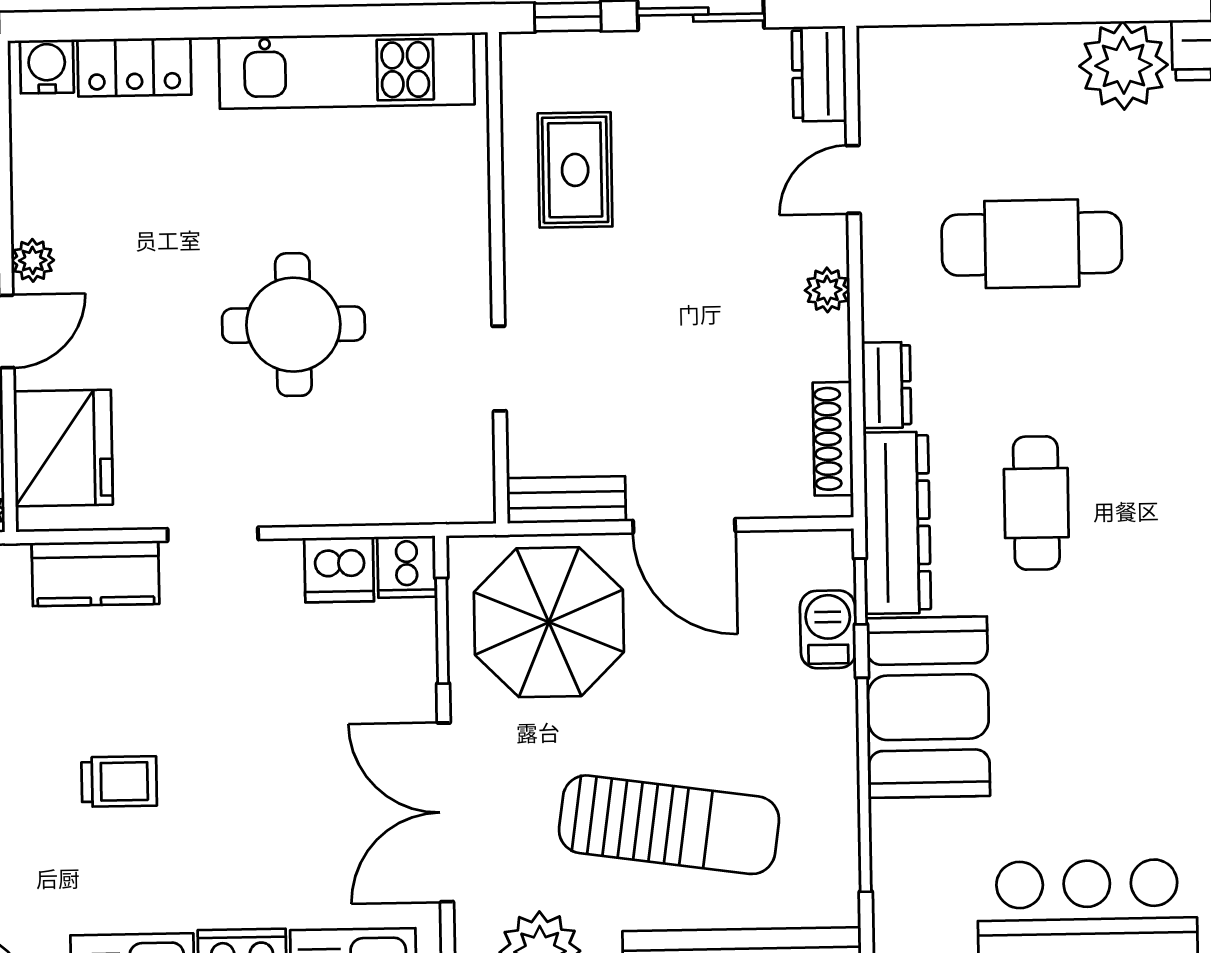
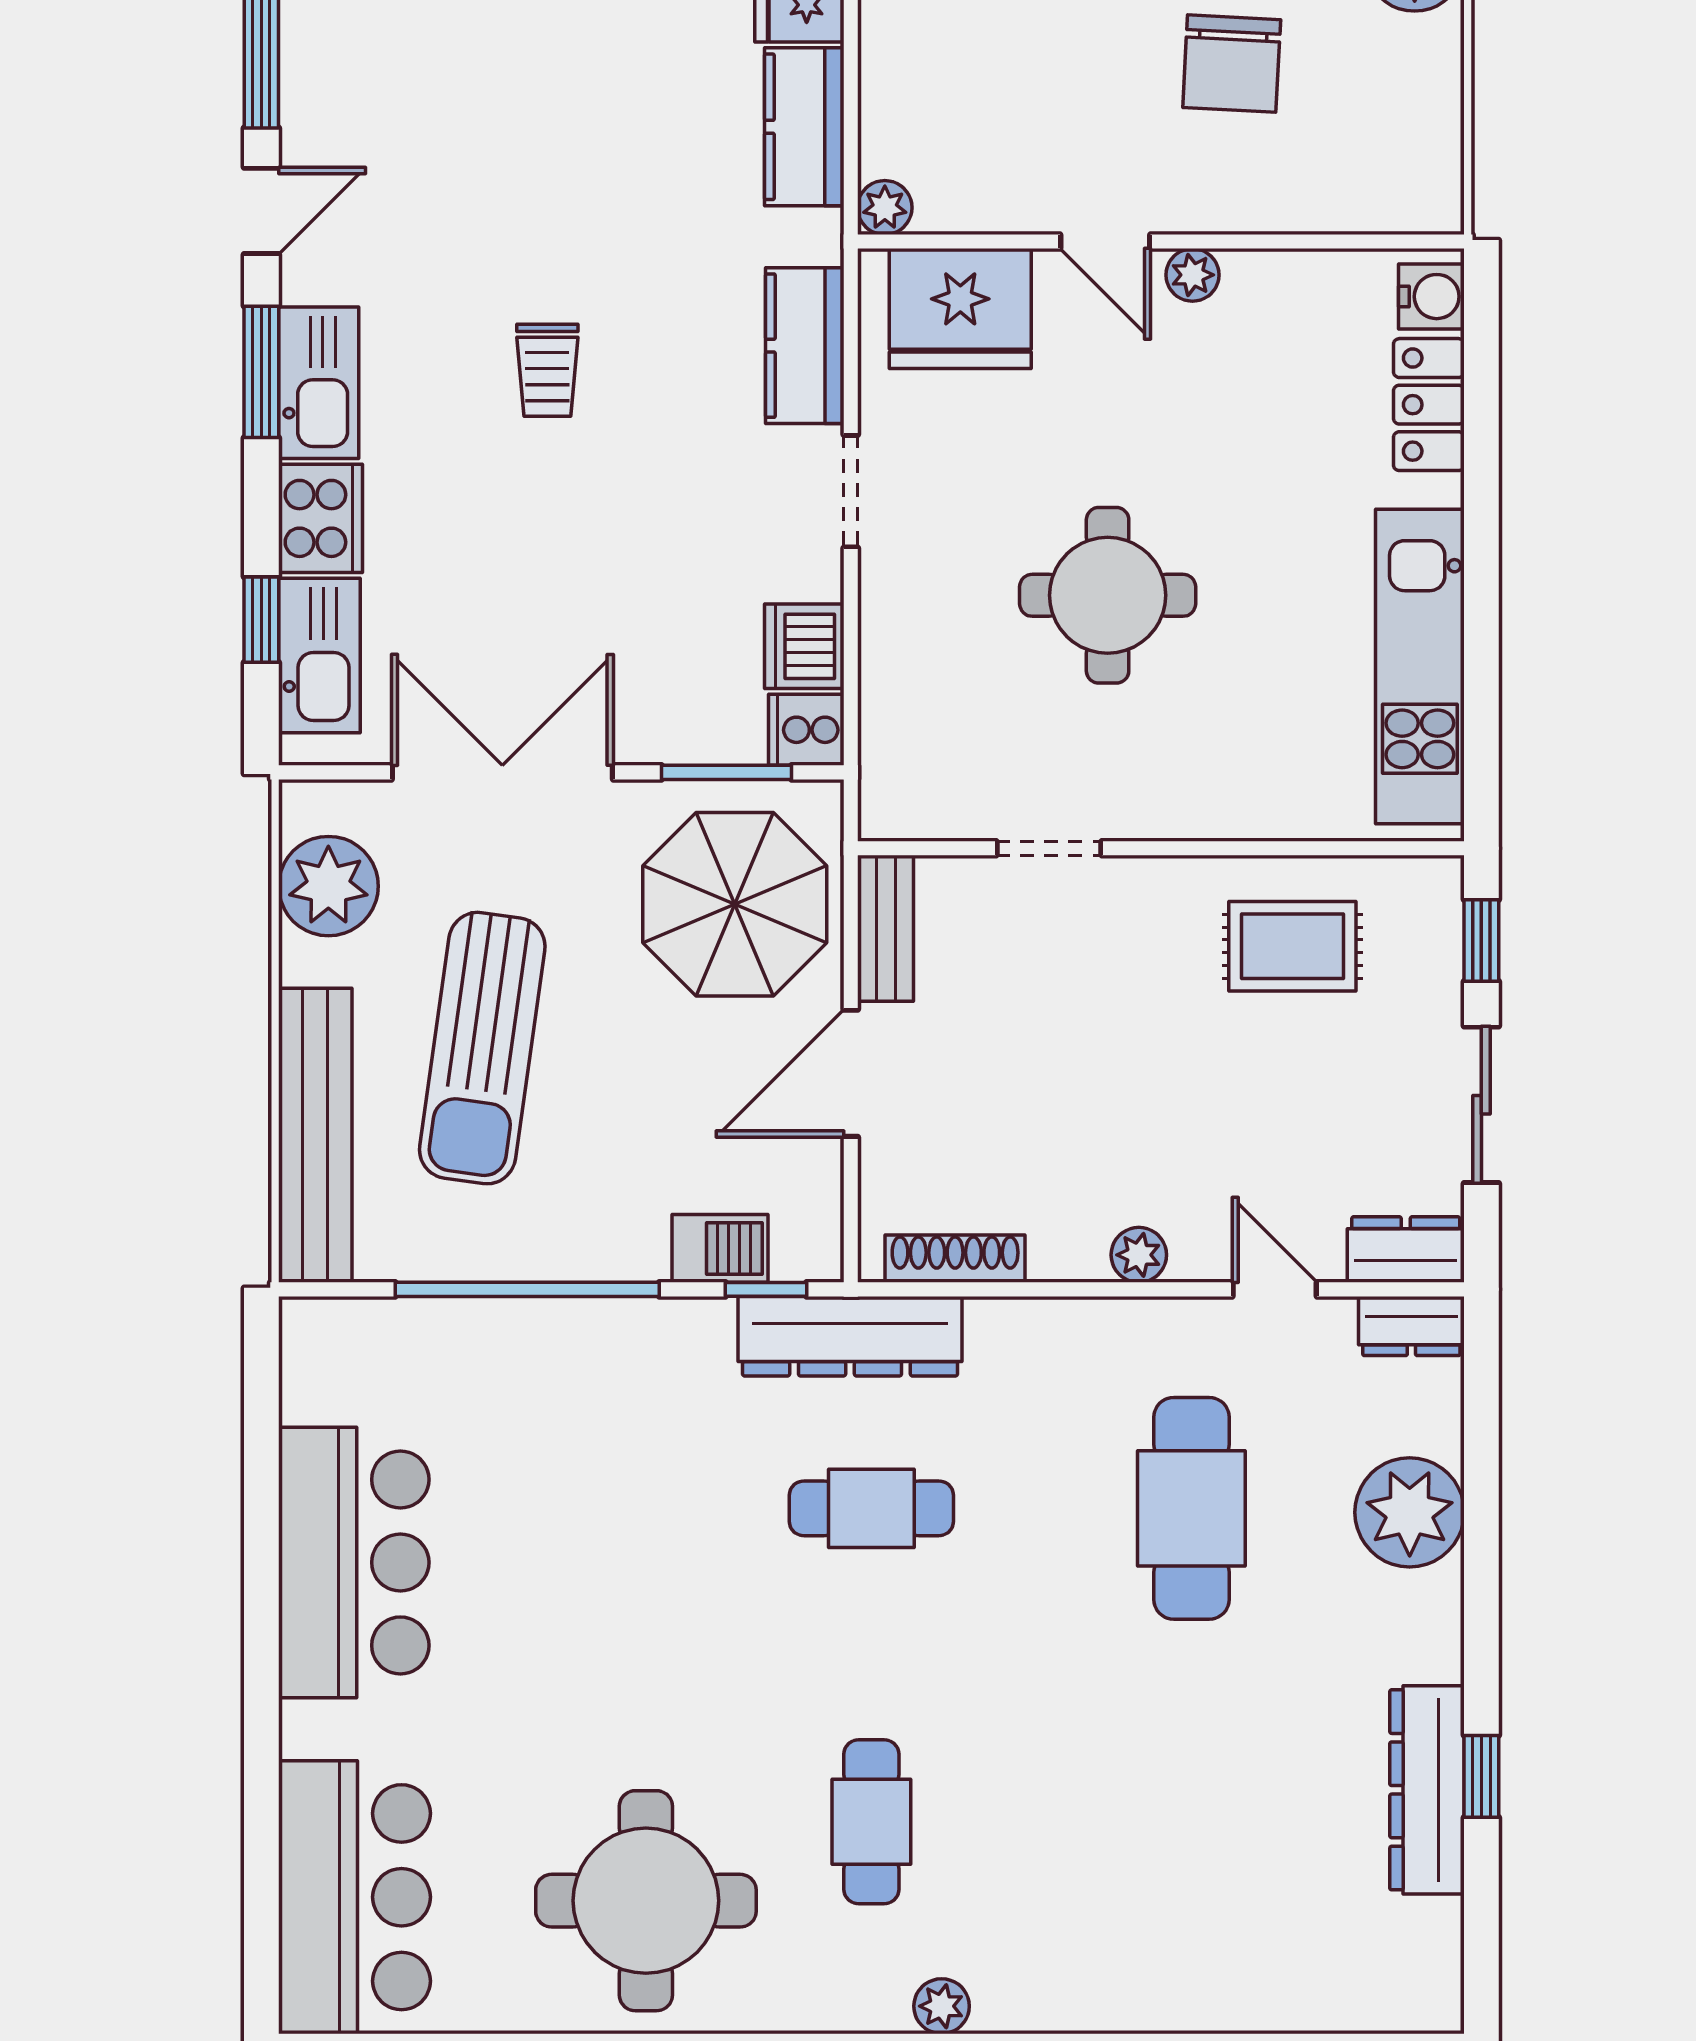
plant: (1123, 65) -> (1410, 1512), moved
dresser: (886, 385) -> (1411, 1326), moved
booth: (928, 707) -> (622, 1371), removed

